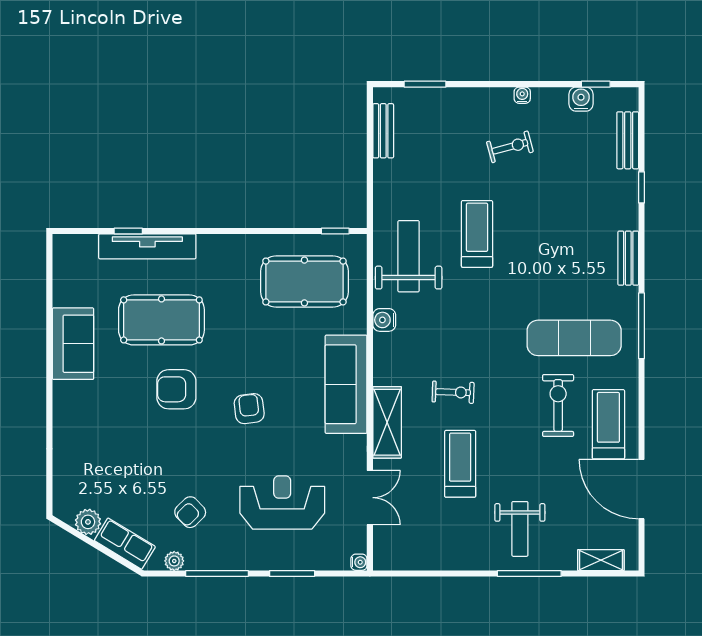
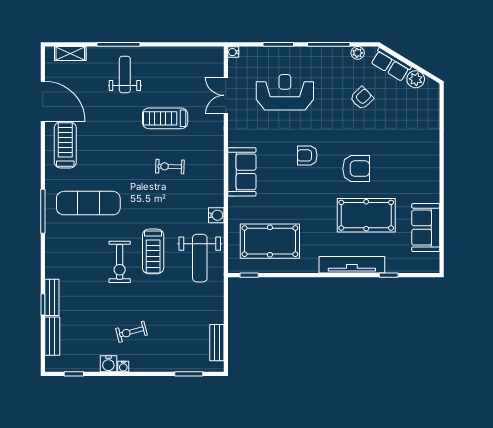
water cooler: (581, 99) -> (108, 364), moved
treadmill: (477, 234) -> (153, 251), moved
tv unit: (147, 246) -> (352, 265), moved
bench: (628, 258) -> (52, 297), moved
sofa: (73, 344) -> (426, 228), moved
sofa: (346, 384) -> (242, 172), width x0.73
exercise bike: (558, 405) -> (120, 262), moved
armchair: (249, 409) -> (307, 155), turned 97
shelving: (387, 422) -> (214, 146), removed
treadmill: (608, 424) -> (65, 145), turned 180
treadmill: (460, 464) -> (165, 118), turned 90
reception desk: (282, 502) -> (285, 92), turned 180
armchair: (190, 512) -> (362, 98), moved

